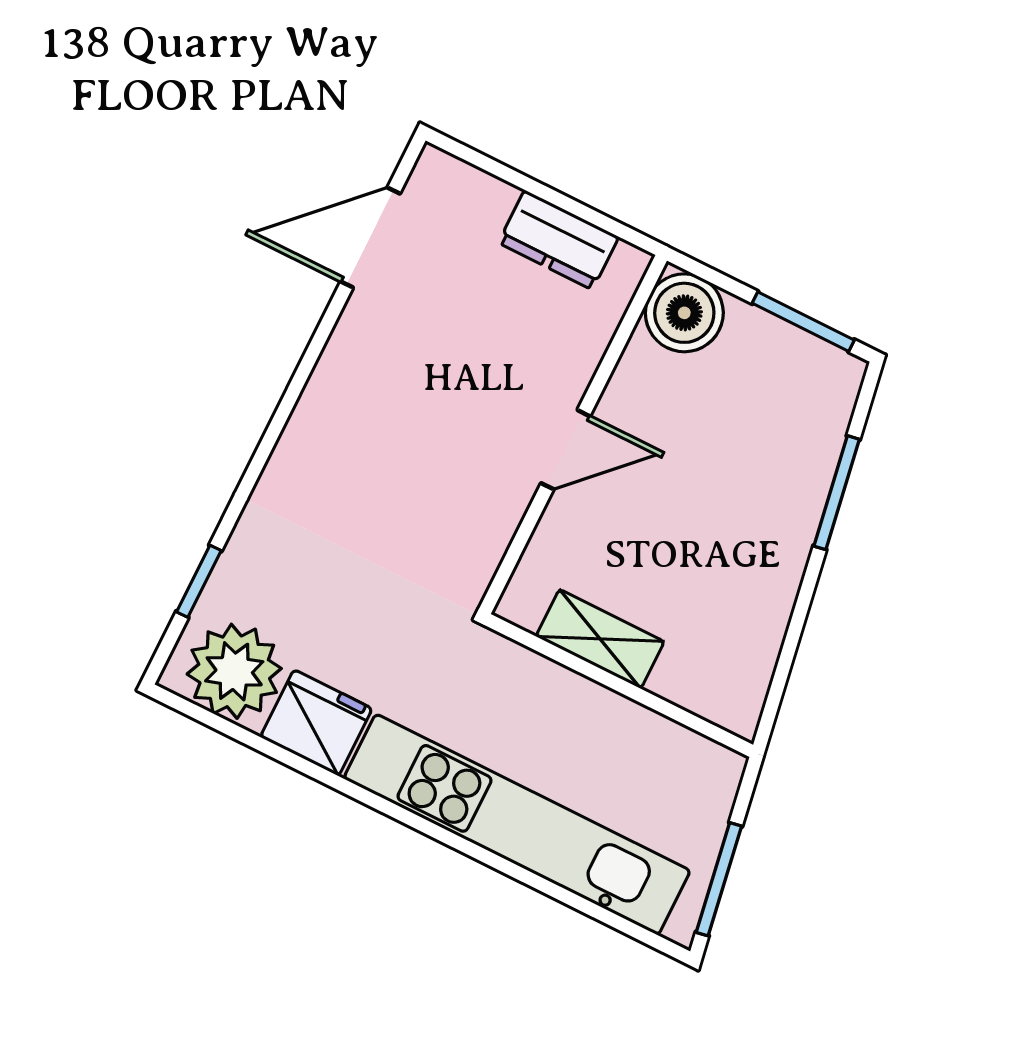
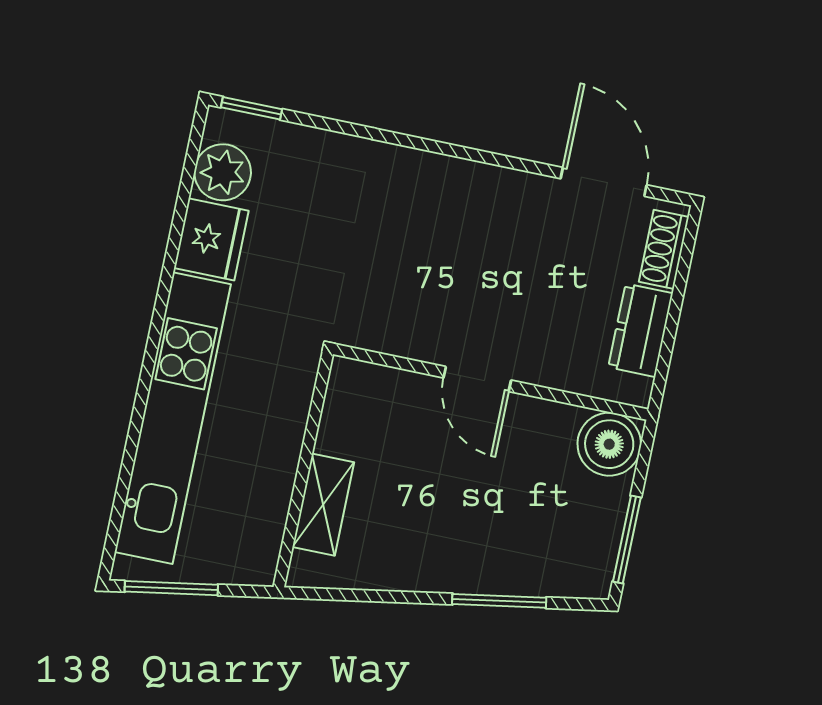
shoe rack: (469, 187) -> (664, 249), added
window: (199, 581) -> (251, 108), moved
shelving: (600, 639) -> (323, 505), moved
plant: (234, 671) -> (223, 172), width x0.73, depth x0.73

